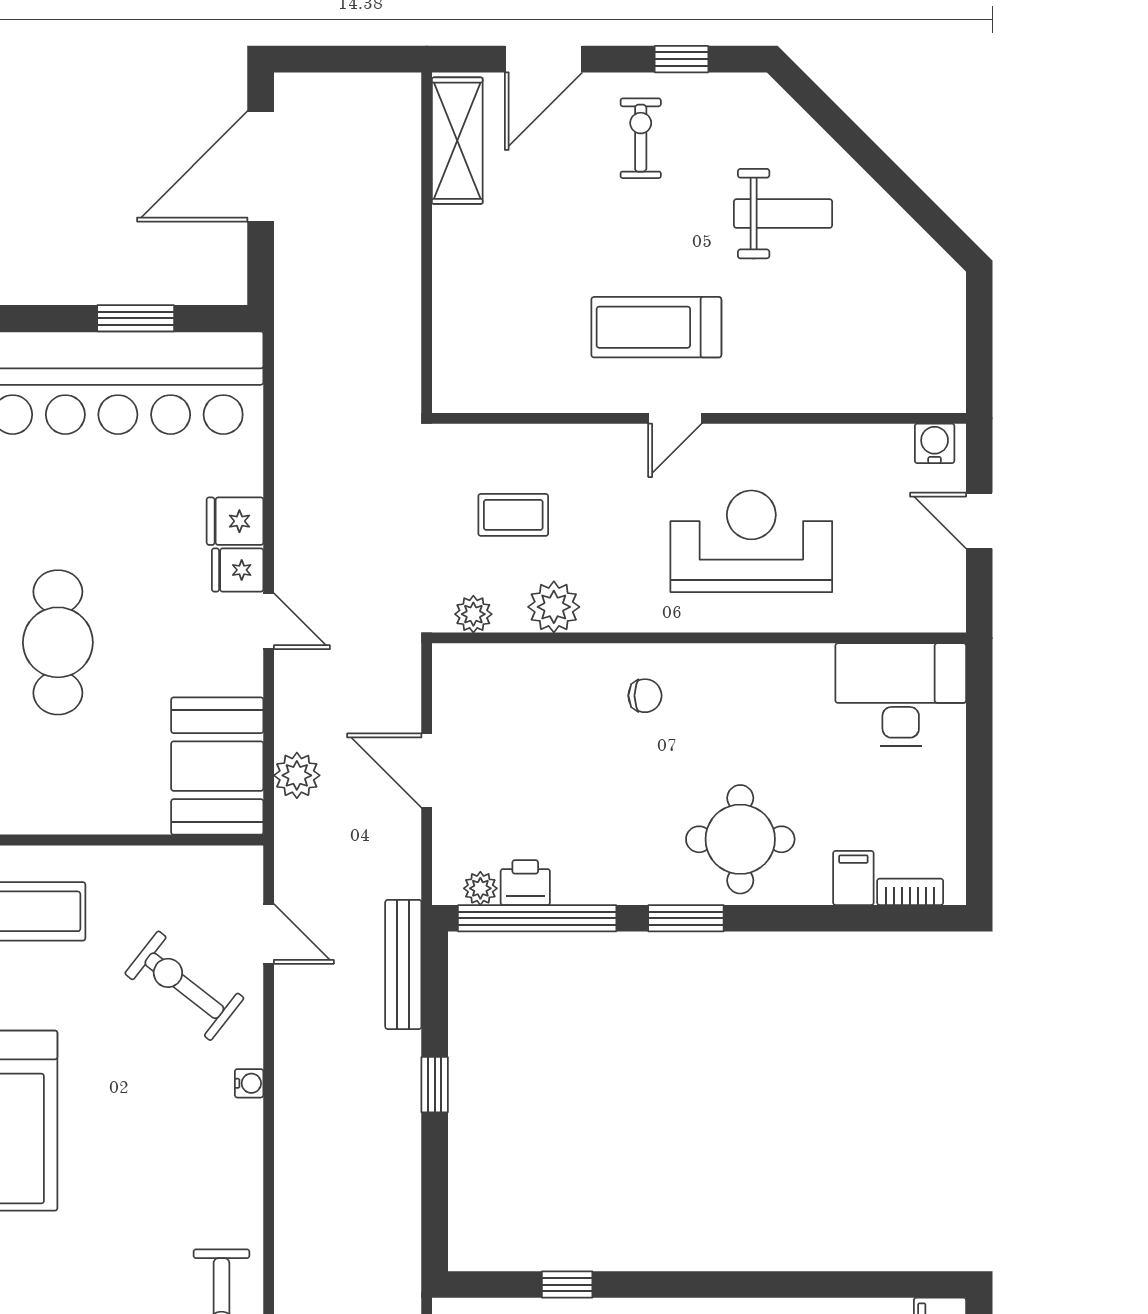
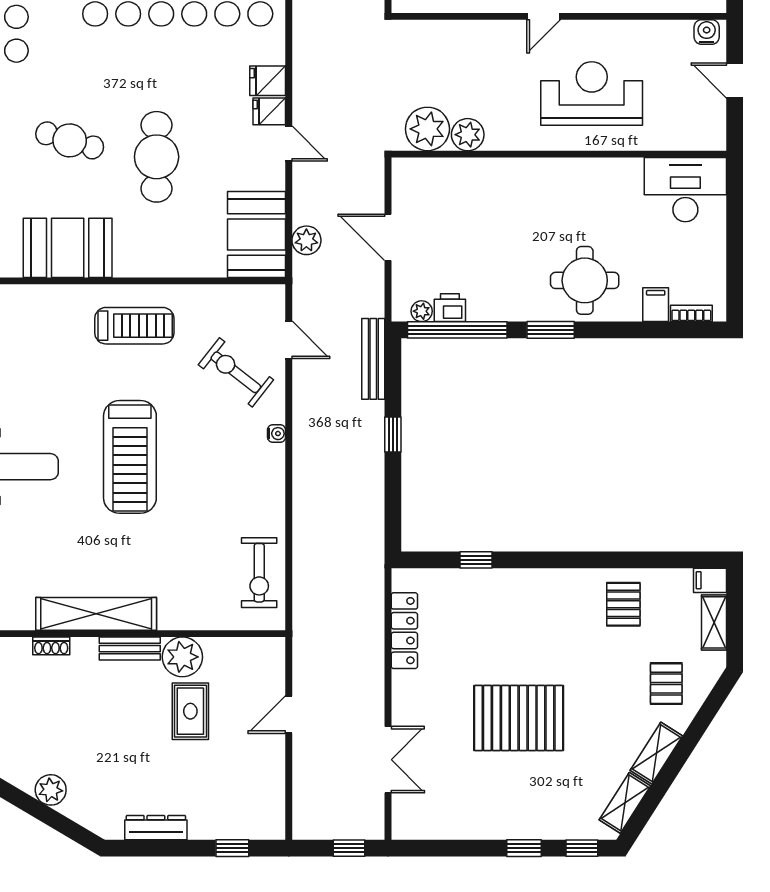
coffee table: (513, 515) -> (442, 77), removed
plant: (473, 614) -> (427, 129), width x1.88, depth x1.88
chair: (645, 696) -> (525, 190), removed

